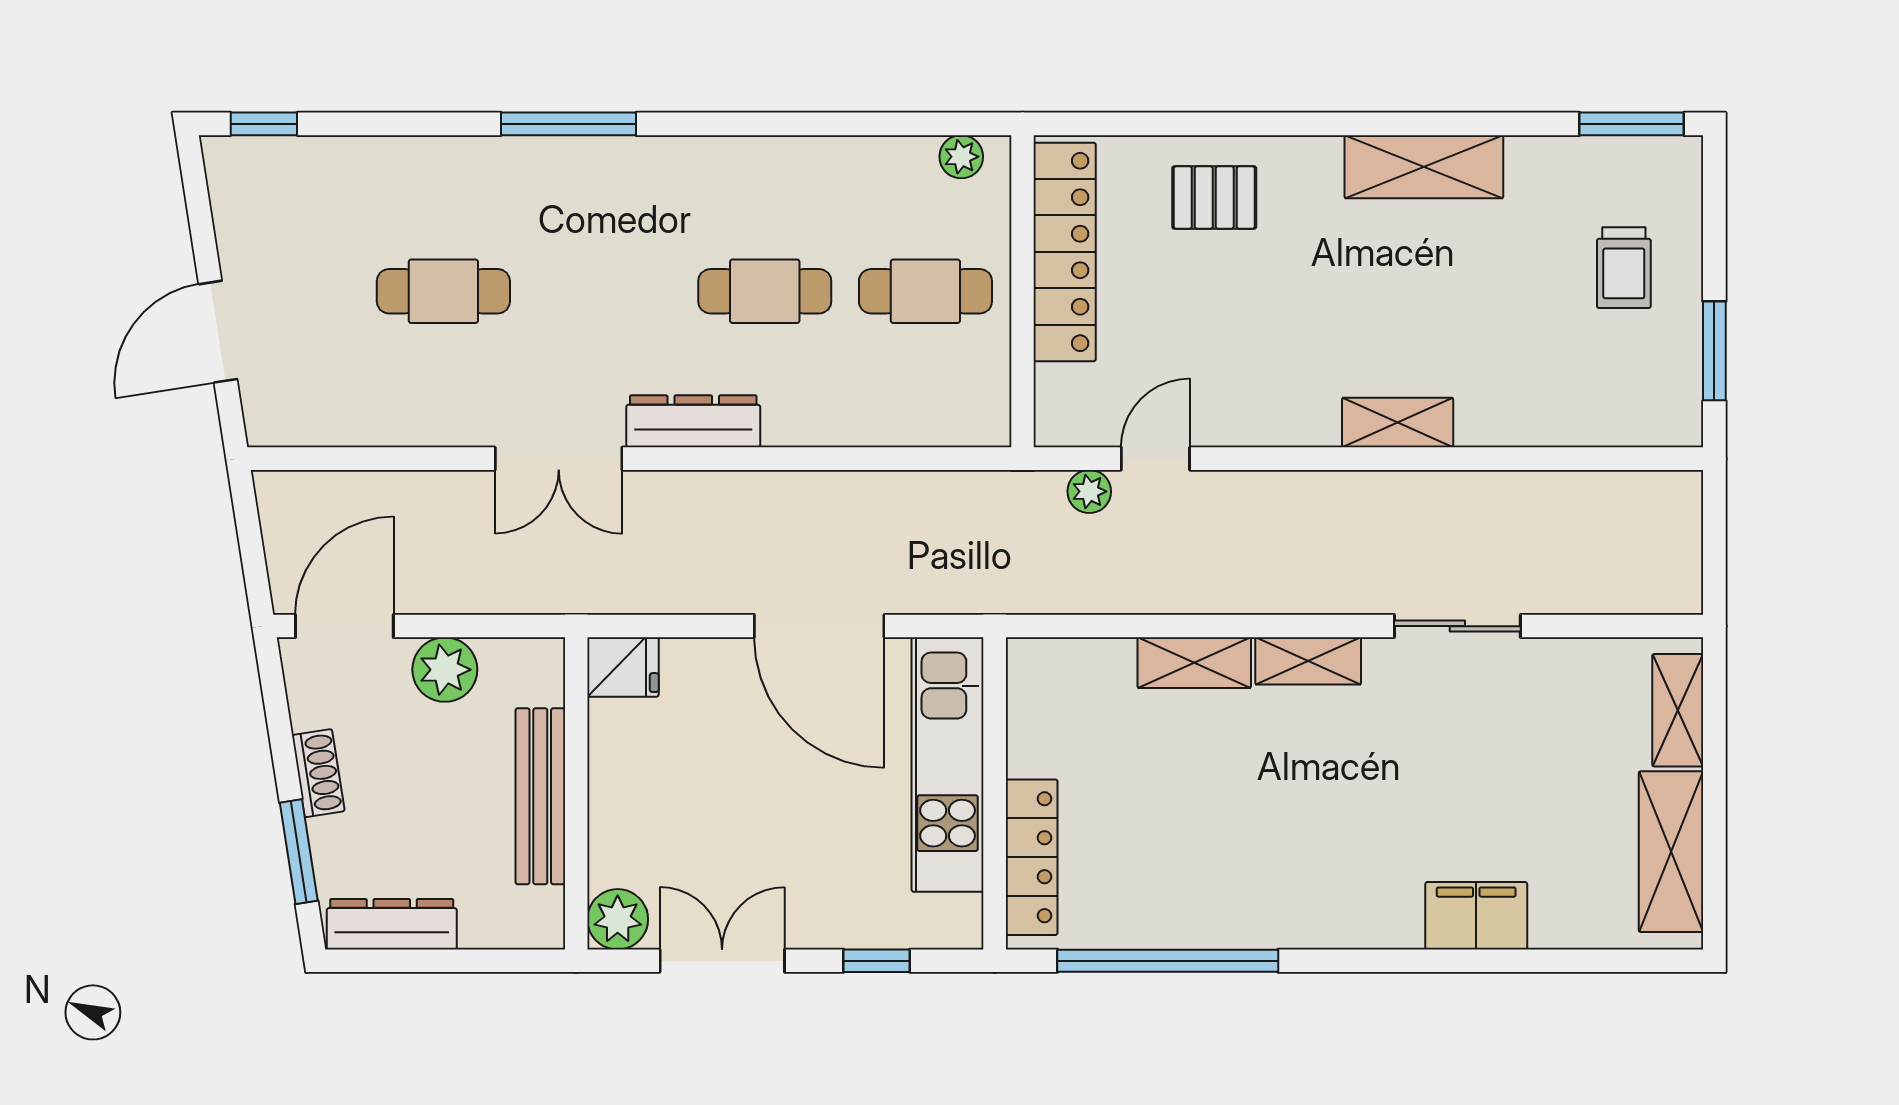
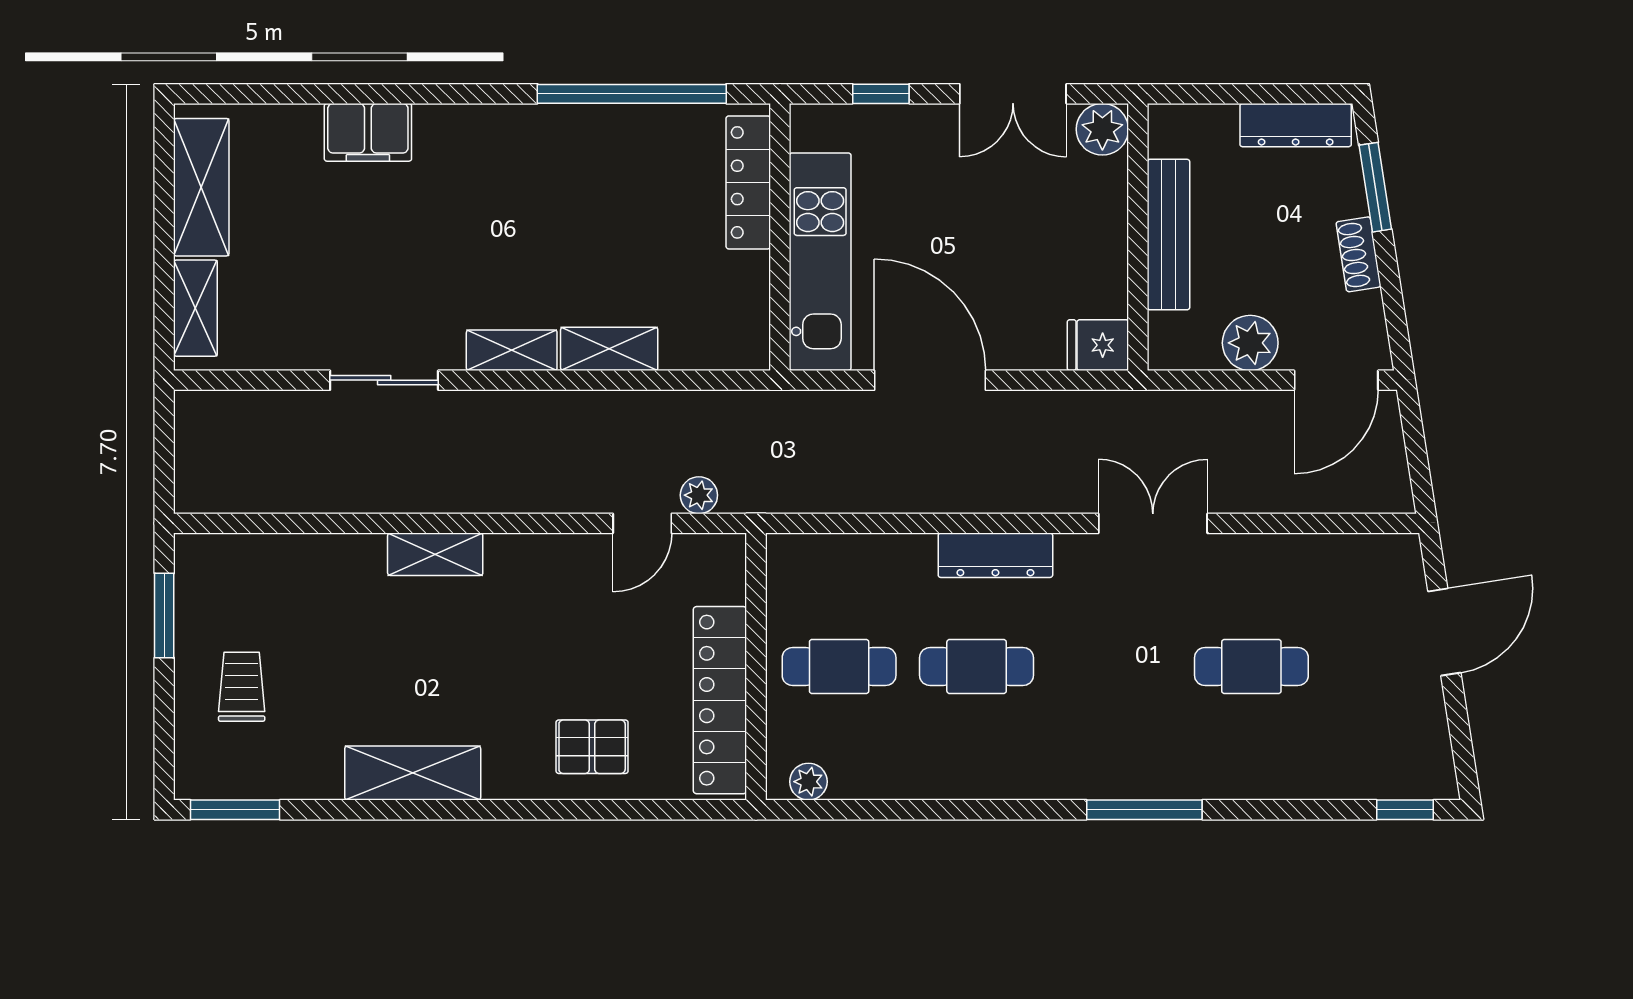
dresser: (693, 421) -> (995, 555), moved

